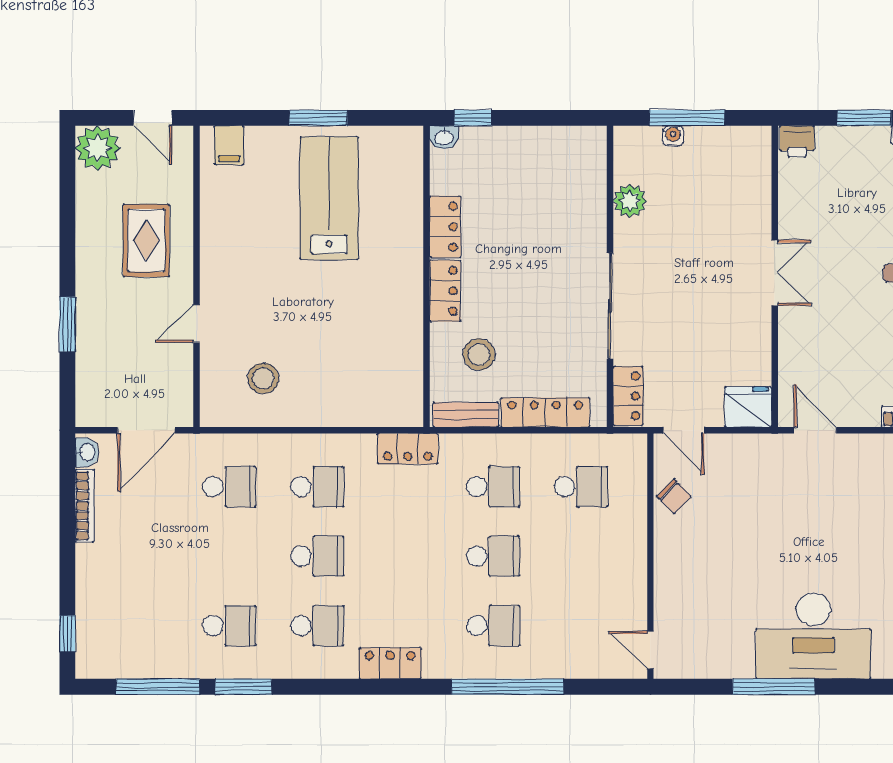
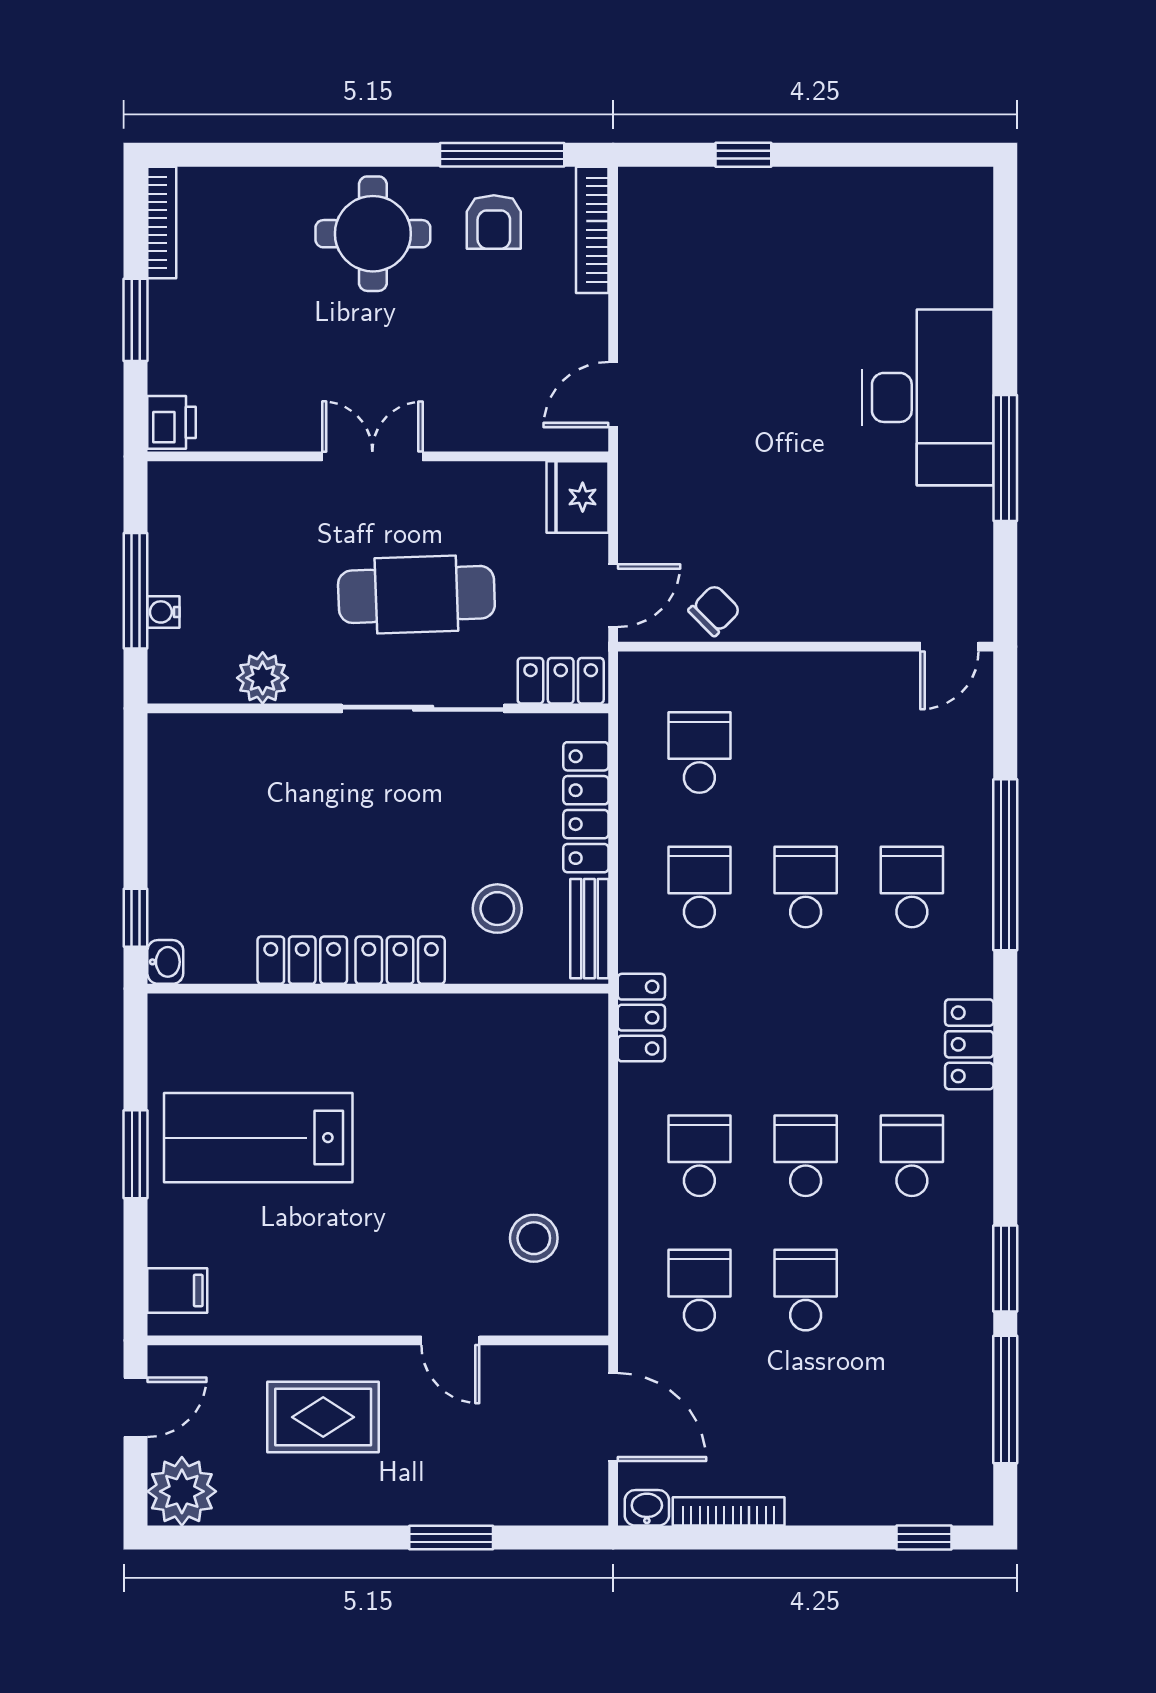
cafe table: (684, 302) -> (416, 594), added
school desk: (229, 626) -> (806, 1290), moved

